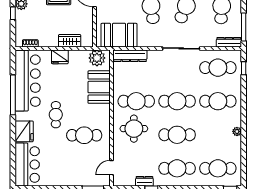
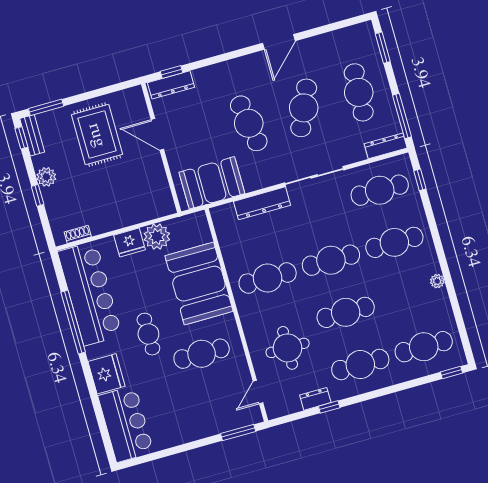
wardrobe: (70, 41) -> (138, 213), removed
dresser: (130, 56) -> (262, 203), moved
plant: (97, 58) -> (157, 237), moved
booth: (99, 87) -> (199, 284), width x1.36, depth x1.42
round table: (134, 129) -> (288, 348), moved

